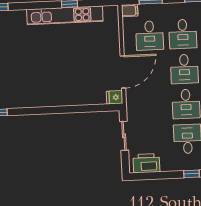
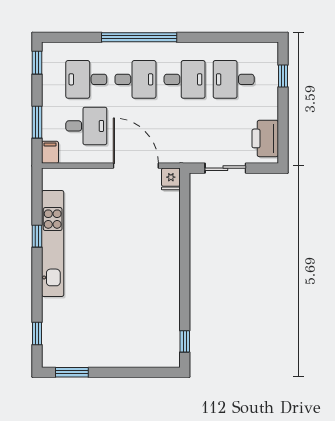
desk: (183, 34) -> (86, 79), turned 180

